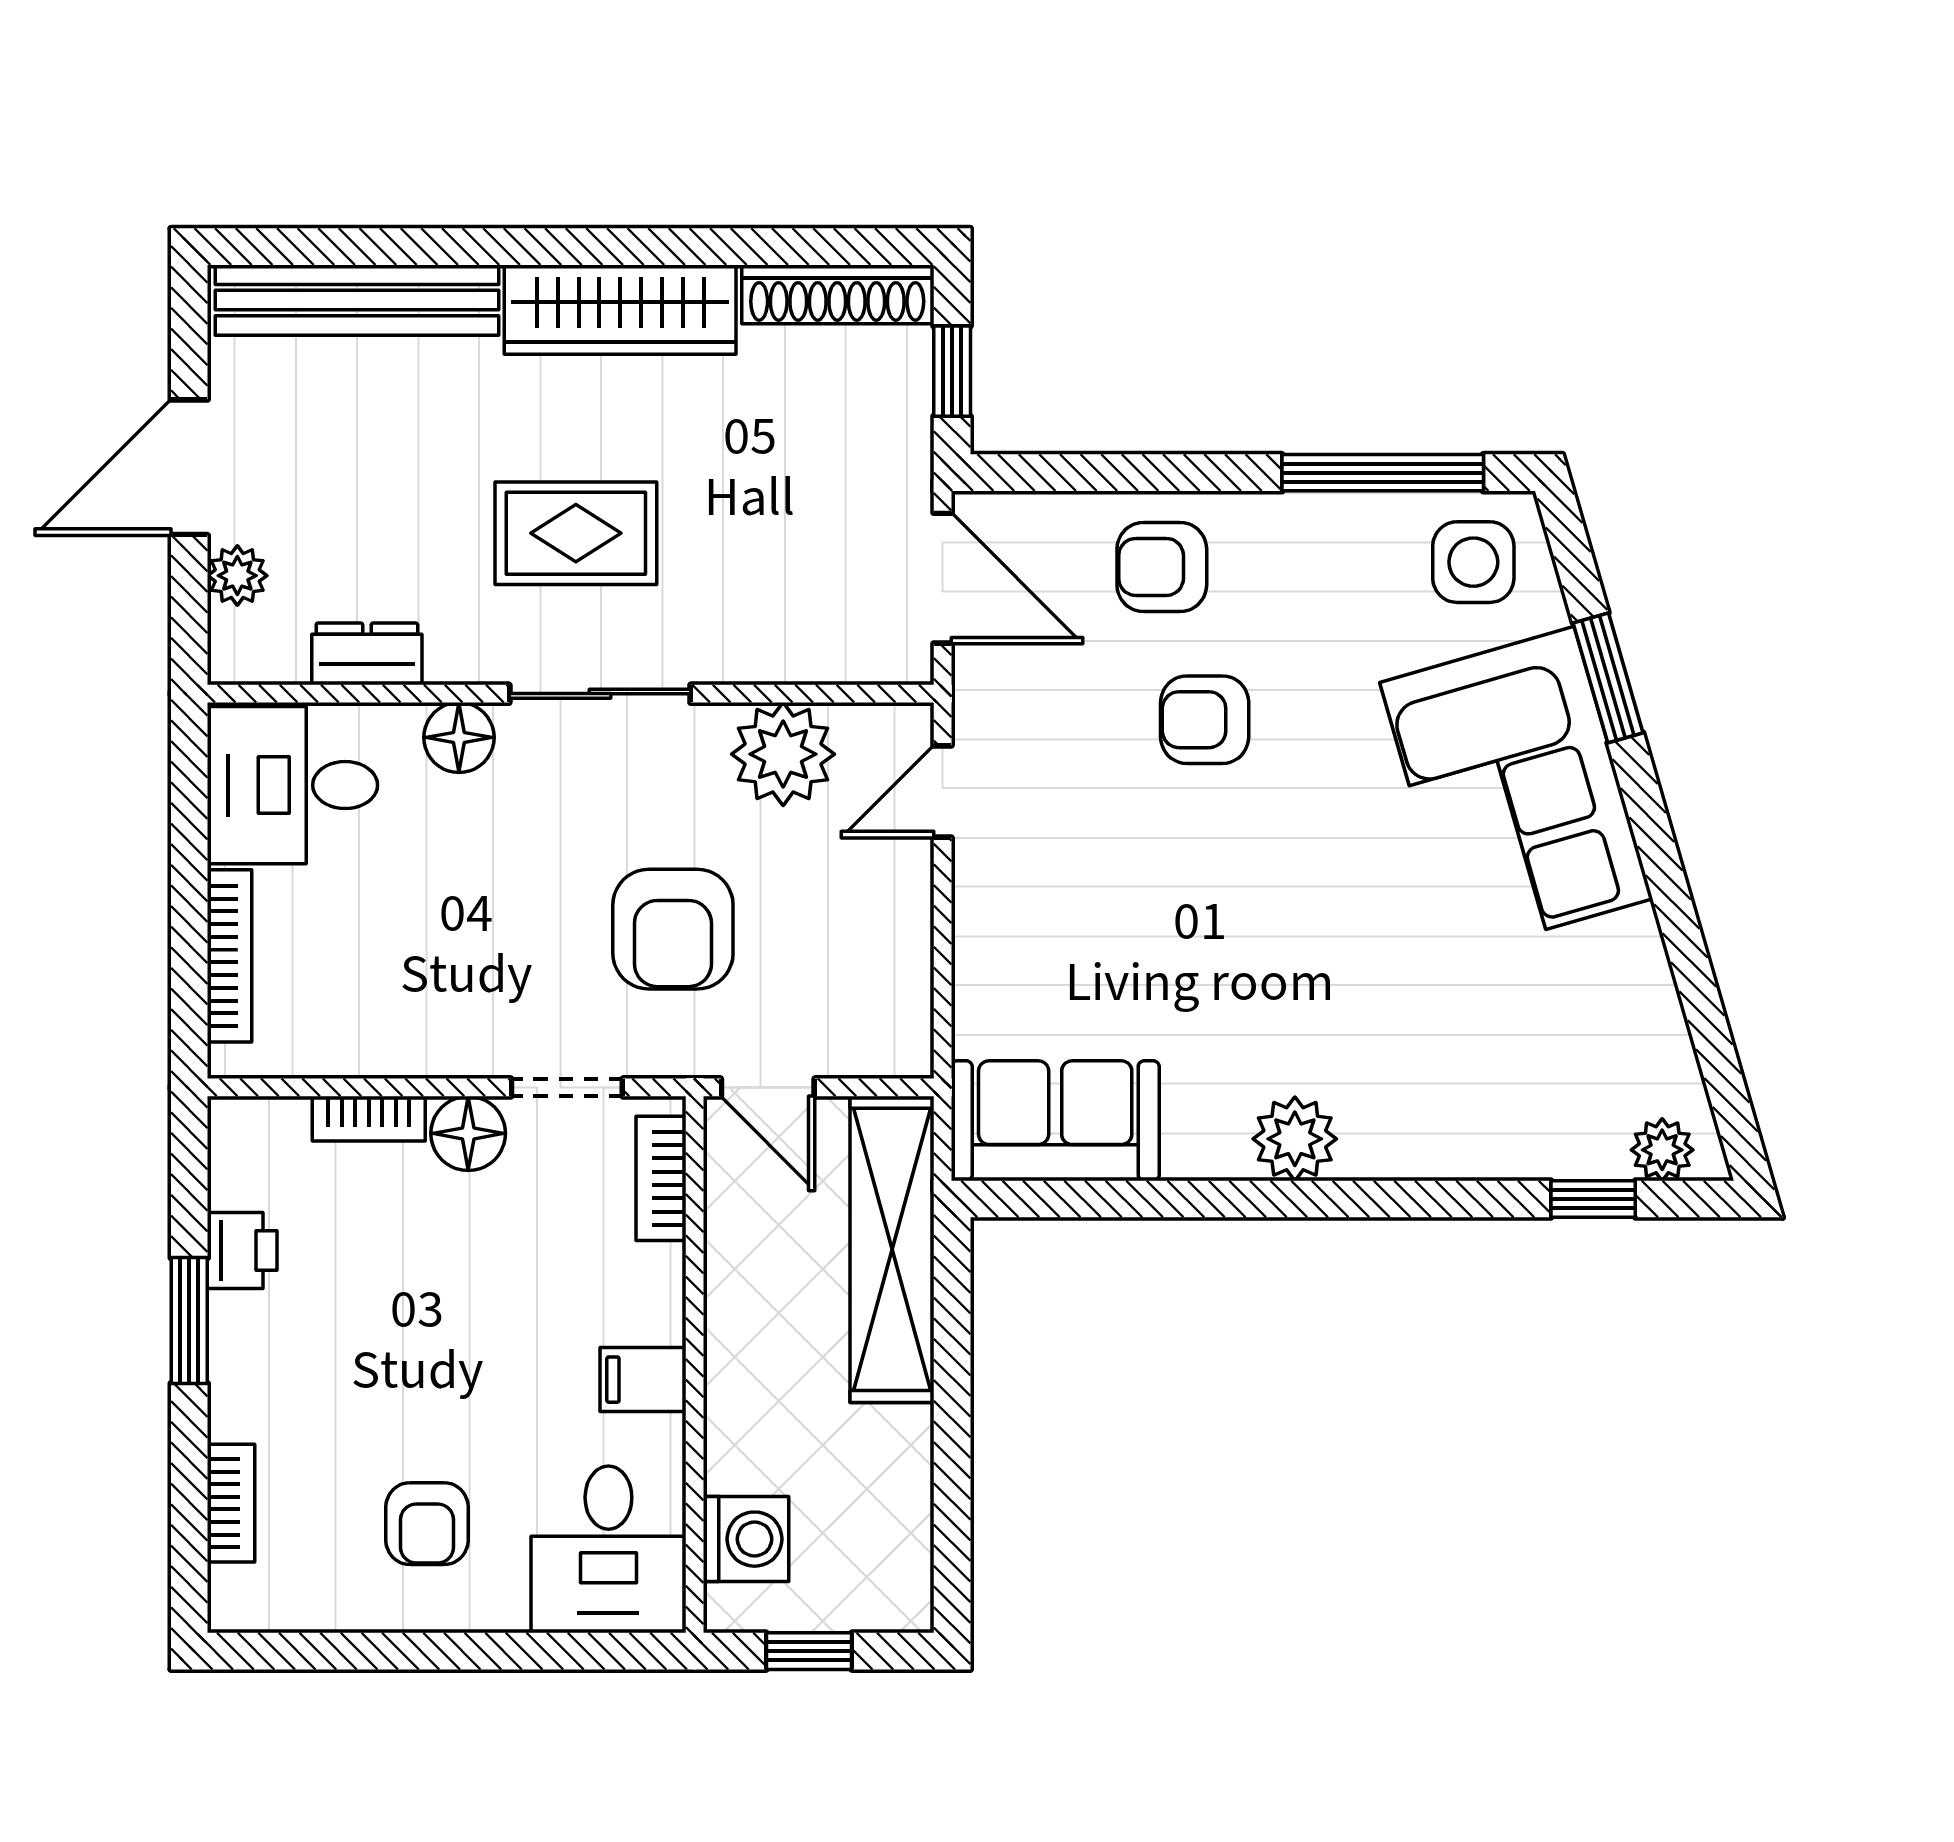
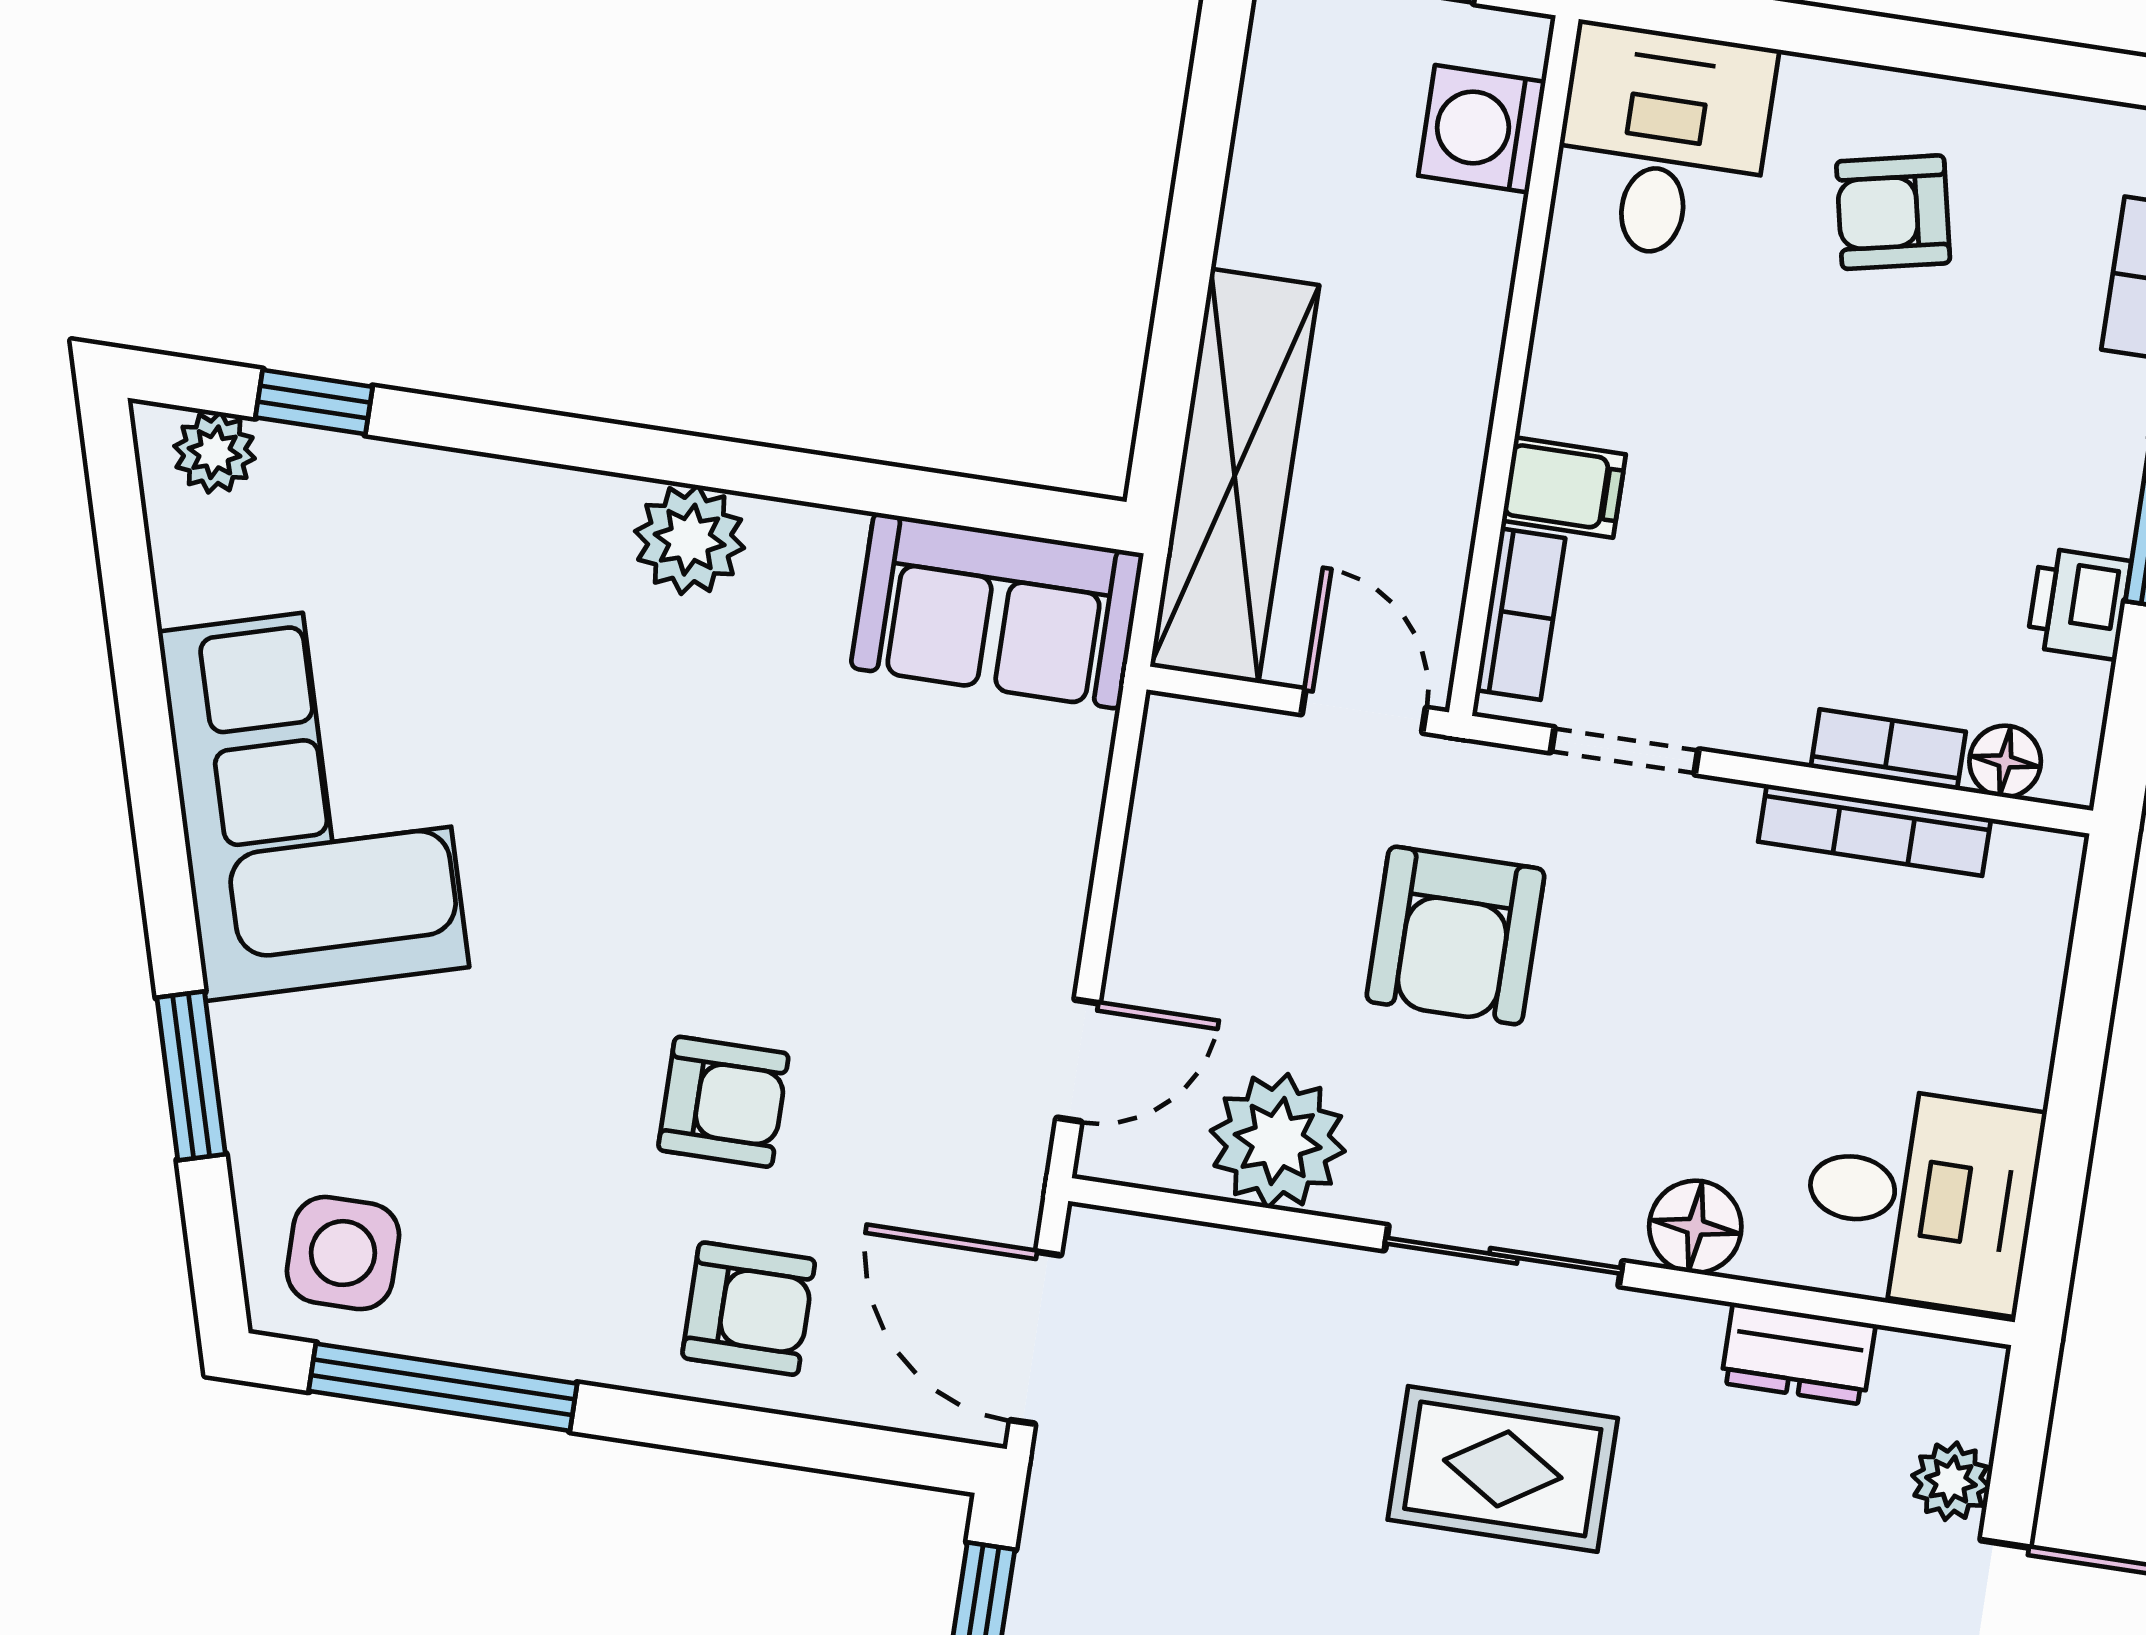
corner sofa: (1516, 791) -> (314, 799), moved
armchair: (673, 929) -> (1455, 935), turned 180
bookcase: (230, 956) -> (1875, 830), moved, turned -90
floor lamp: (468, 1133) -> (2005, 761), moved, width x0.73, depth x0.73
filing cabinet: (643, 1380) -> (1564, 488), moved
armchair: (427, 1524) -> (1893, 212), turned -102

